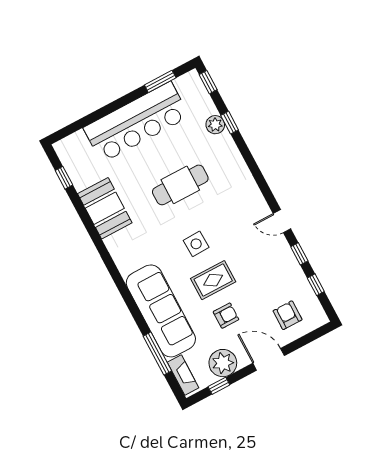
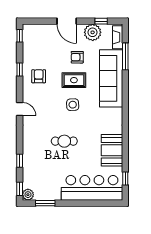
bar counter: (136, 122) -> (92, 188), moved
plant: (215, 125) -> (28, 195), moved
cafe table: (180, 185) -> (64, 141), width x0.73, depth x0.74
door: (282, 221) -> (20, 109), moved
window: (316, 285) -> (20, 36), moved
armchair: (288, 315) -> (39, 76), moved, turned 180

